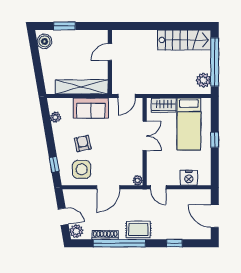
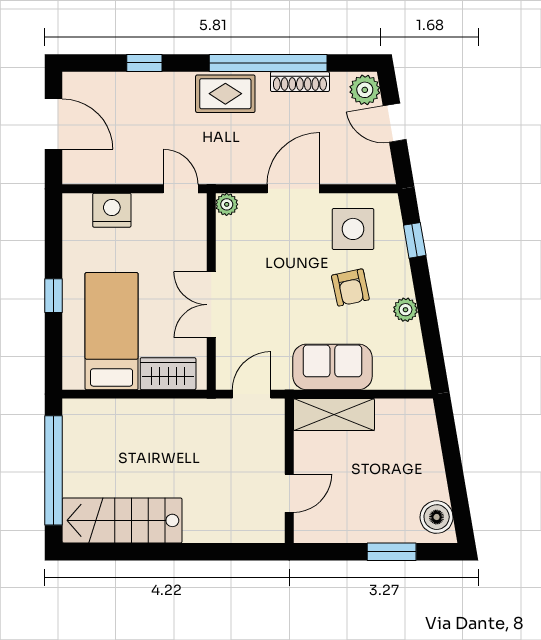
plant: (203, 80) -> (79, 430), removed
shelving: (82, 87) -> (334, 415), width x0.68
plant: (55, 117) -> (406, 310), moved

